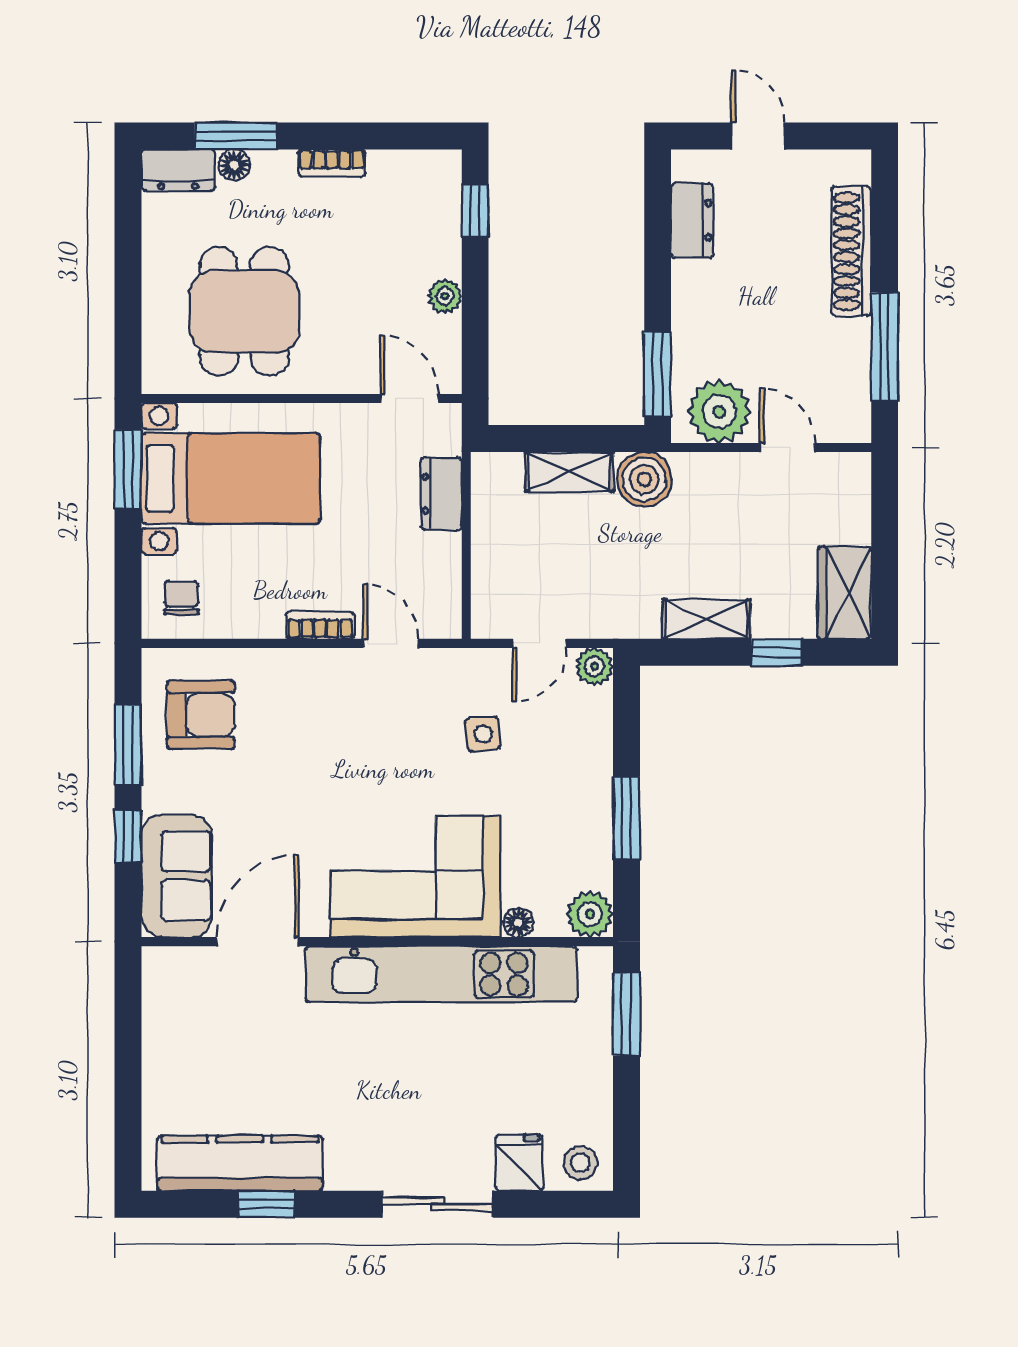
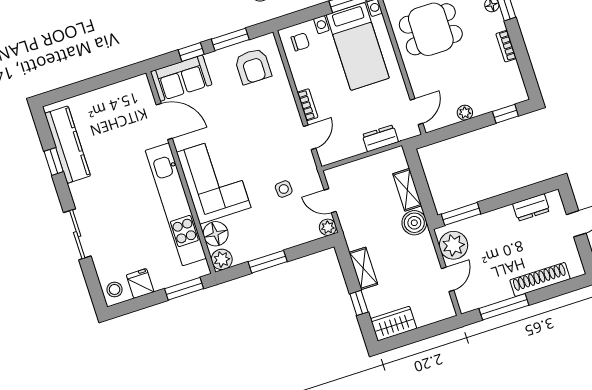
floor lamp: (518, 922) -> (216, 234), width x1.89, depth x1.89
fridge: (519, 1163) -> (140, 283), moved, turned -90

